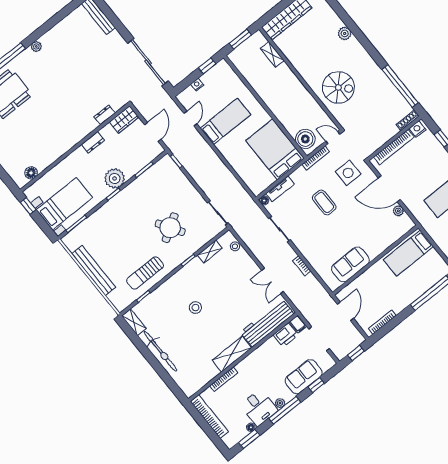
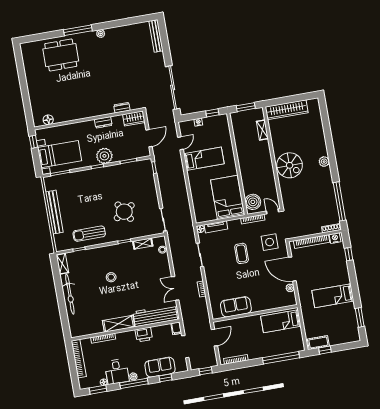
plant: (345, 33) -> (324, 162), moved
spiral stairs: (338, 87) -> (290, 165), moved
printer: (286, 335) -> (144, 335), moved

